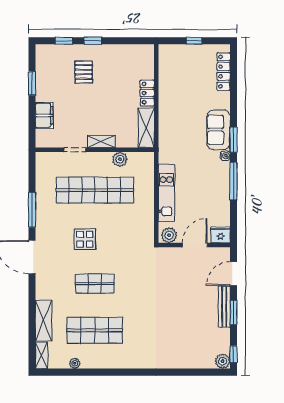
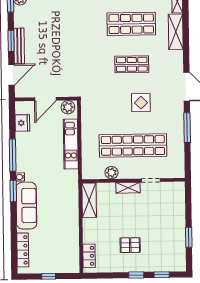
pallet: (84, 72) -> (130, 245), moved, turned 90
locker: (147, 93) -> (89, 256), moved
filing cabinet: (44, 115) -> (178, 210), removed
sofa: (219, 130) -> (26, 206), width x1.36
fridge: (221, 235) -> (22, 123), moved, turned -90

